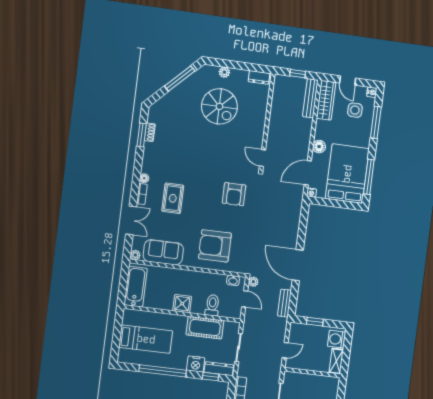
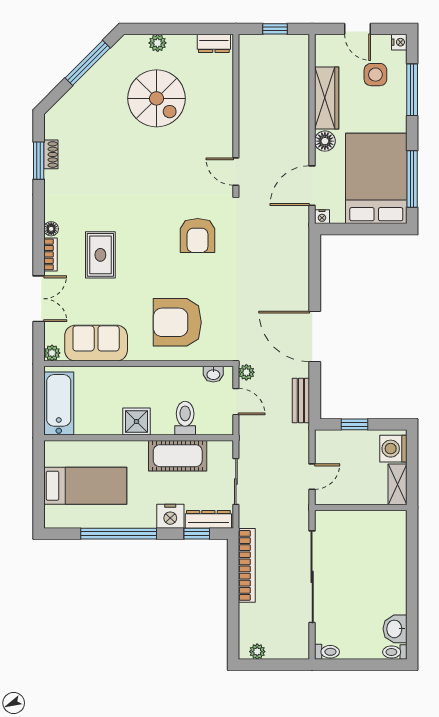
bench: (310, 98) -> (301, 65), removed
wardrobe: (326, 100) -> (327, 98), moved

